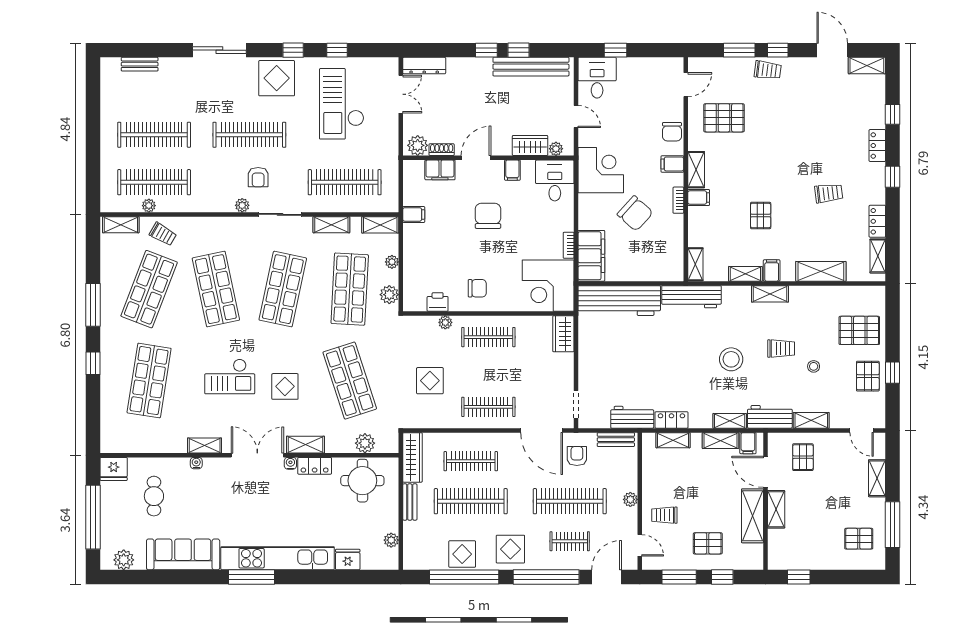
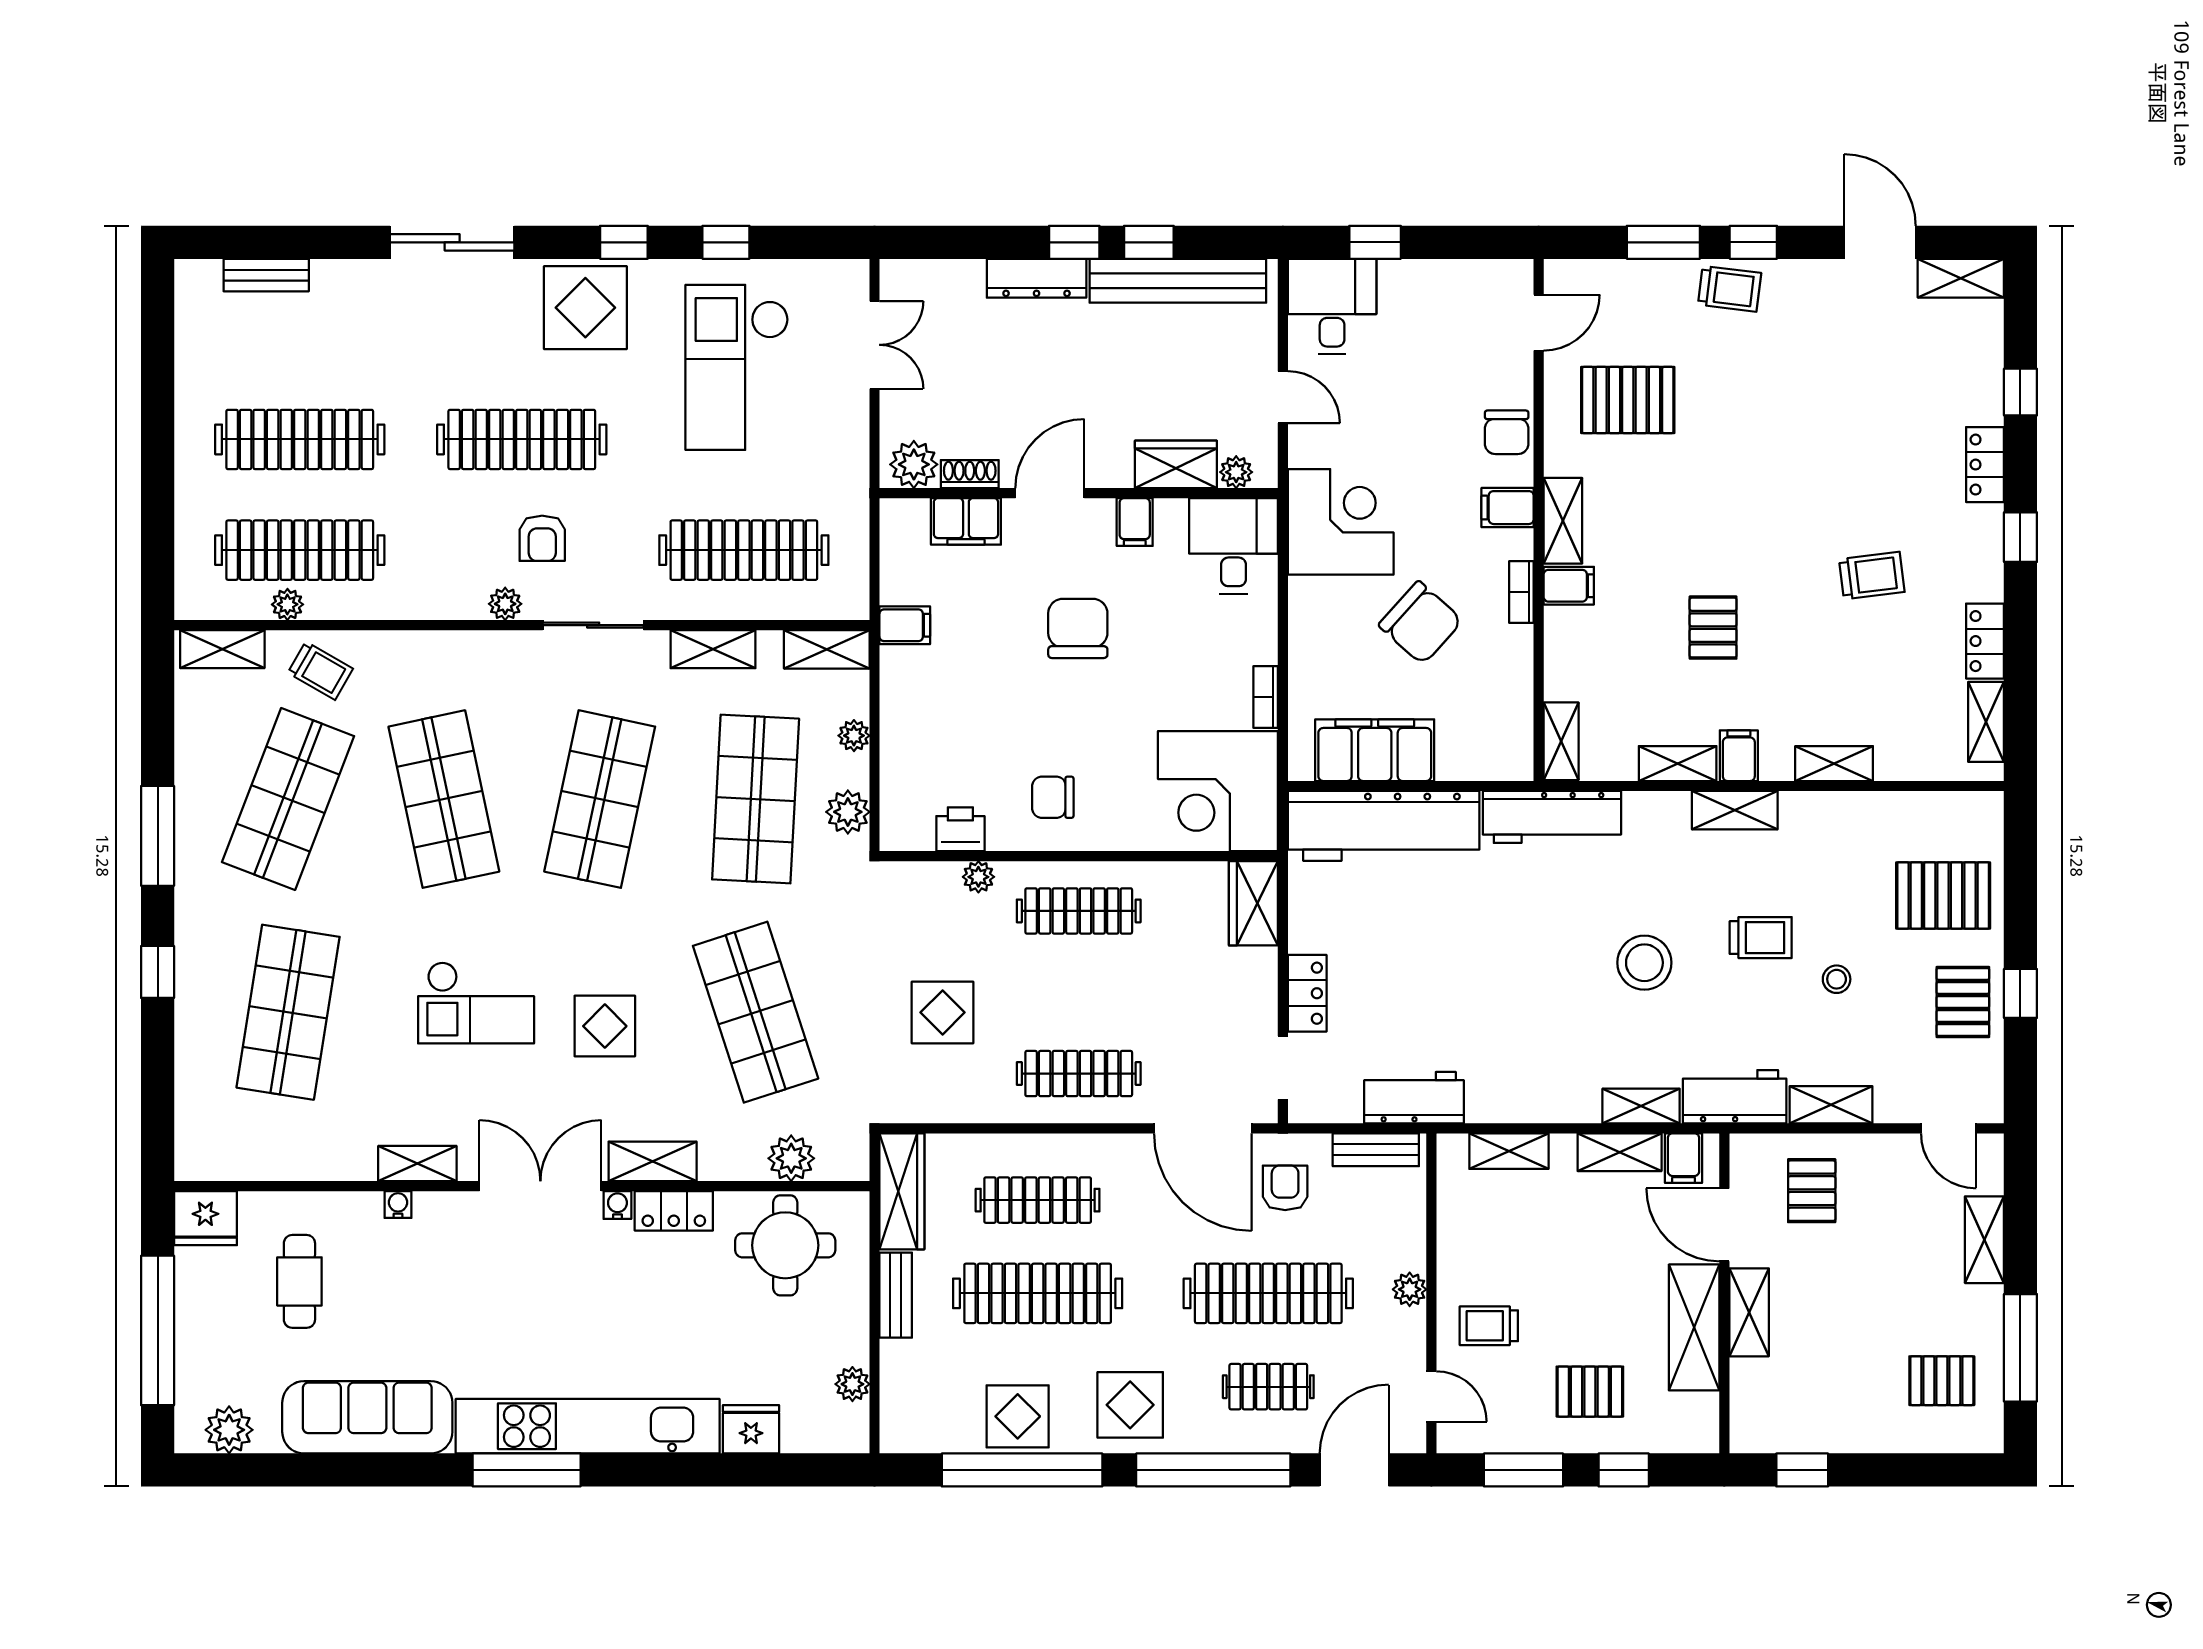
dresser: (424, 66) -> (1037, 278), moved
filing cabinet: (591, 256) -> (1375, 750), moved, turned -90
shelving: (821, 271) -> (1834, 764), width x0.67, depth x0.75
chair: (477, 288) -> (1053, 797), turned 180
locker: (671, 420) -> (1307, 993), moved, turned 90

